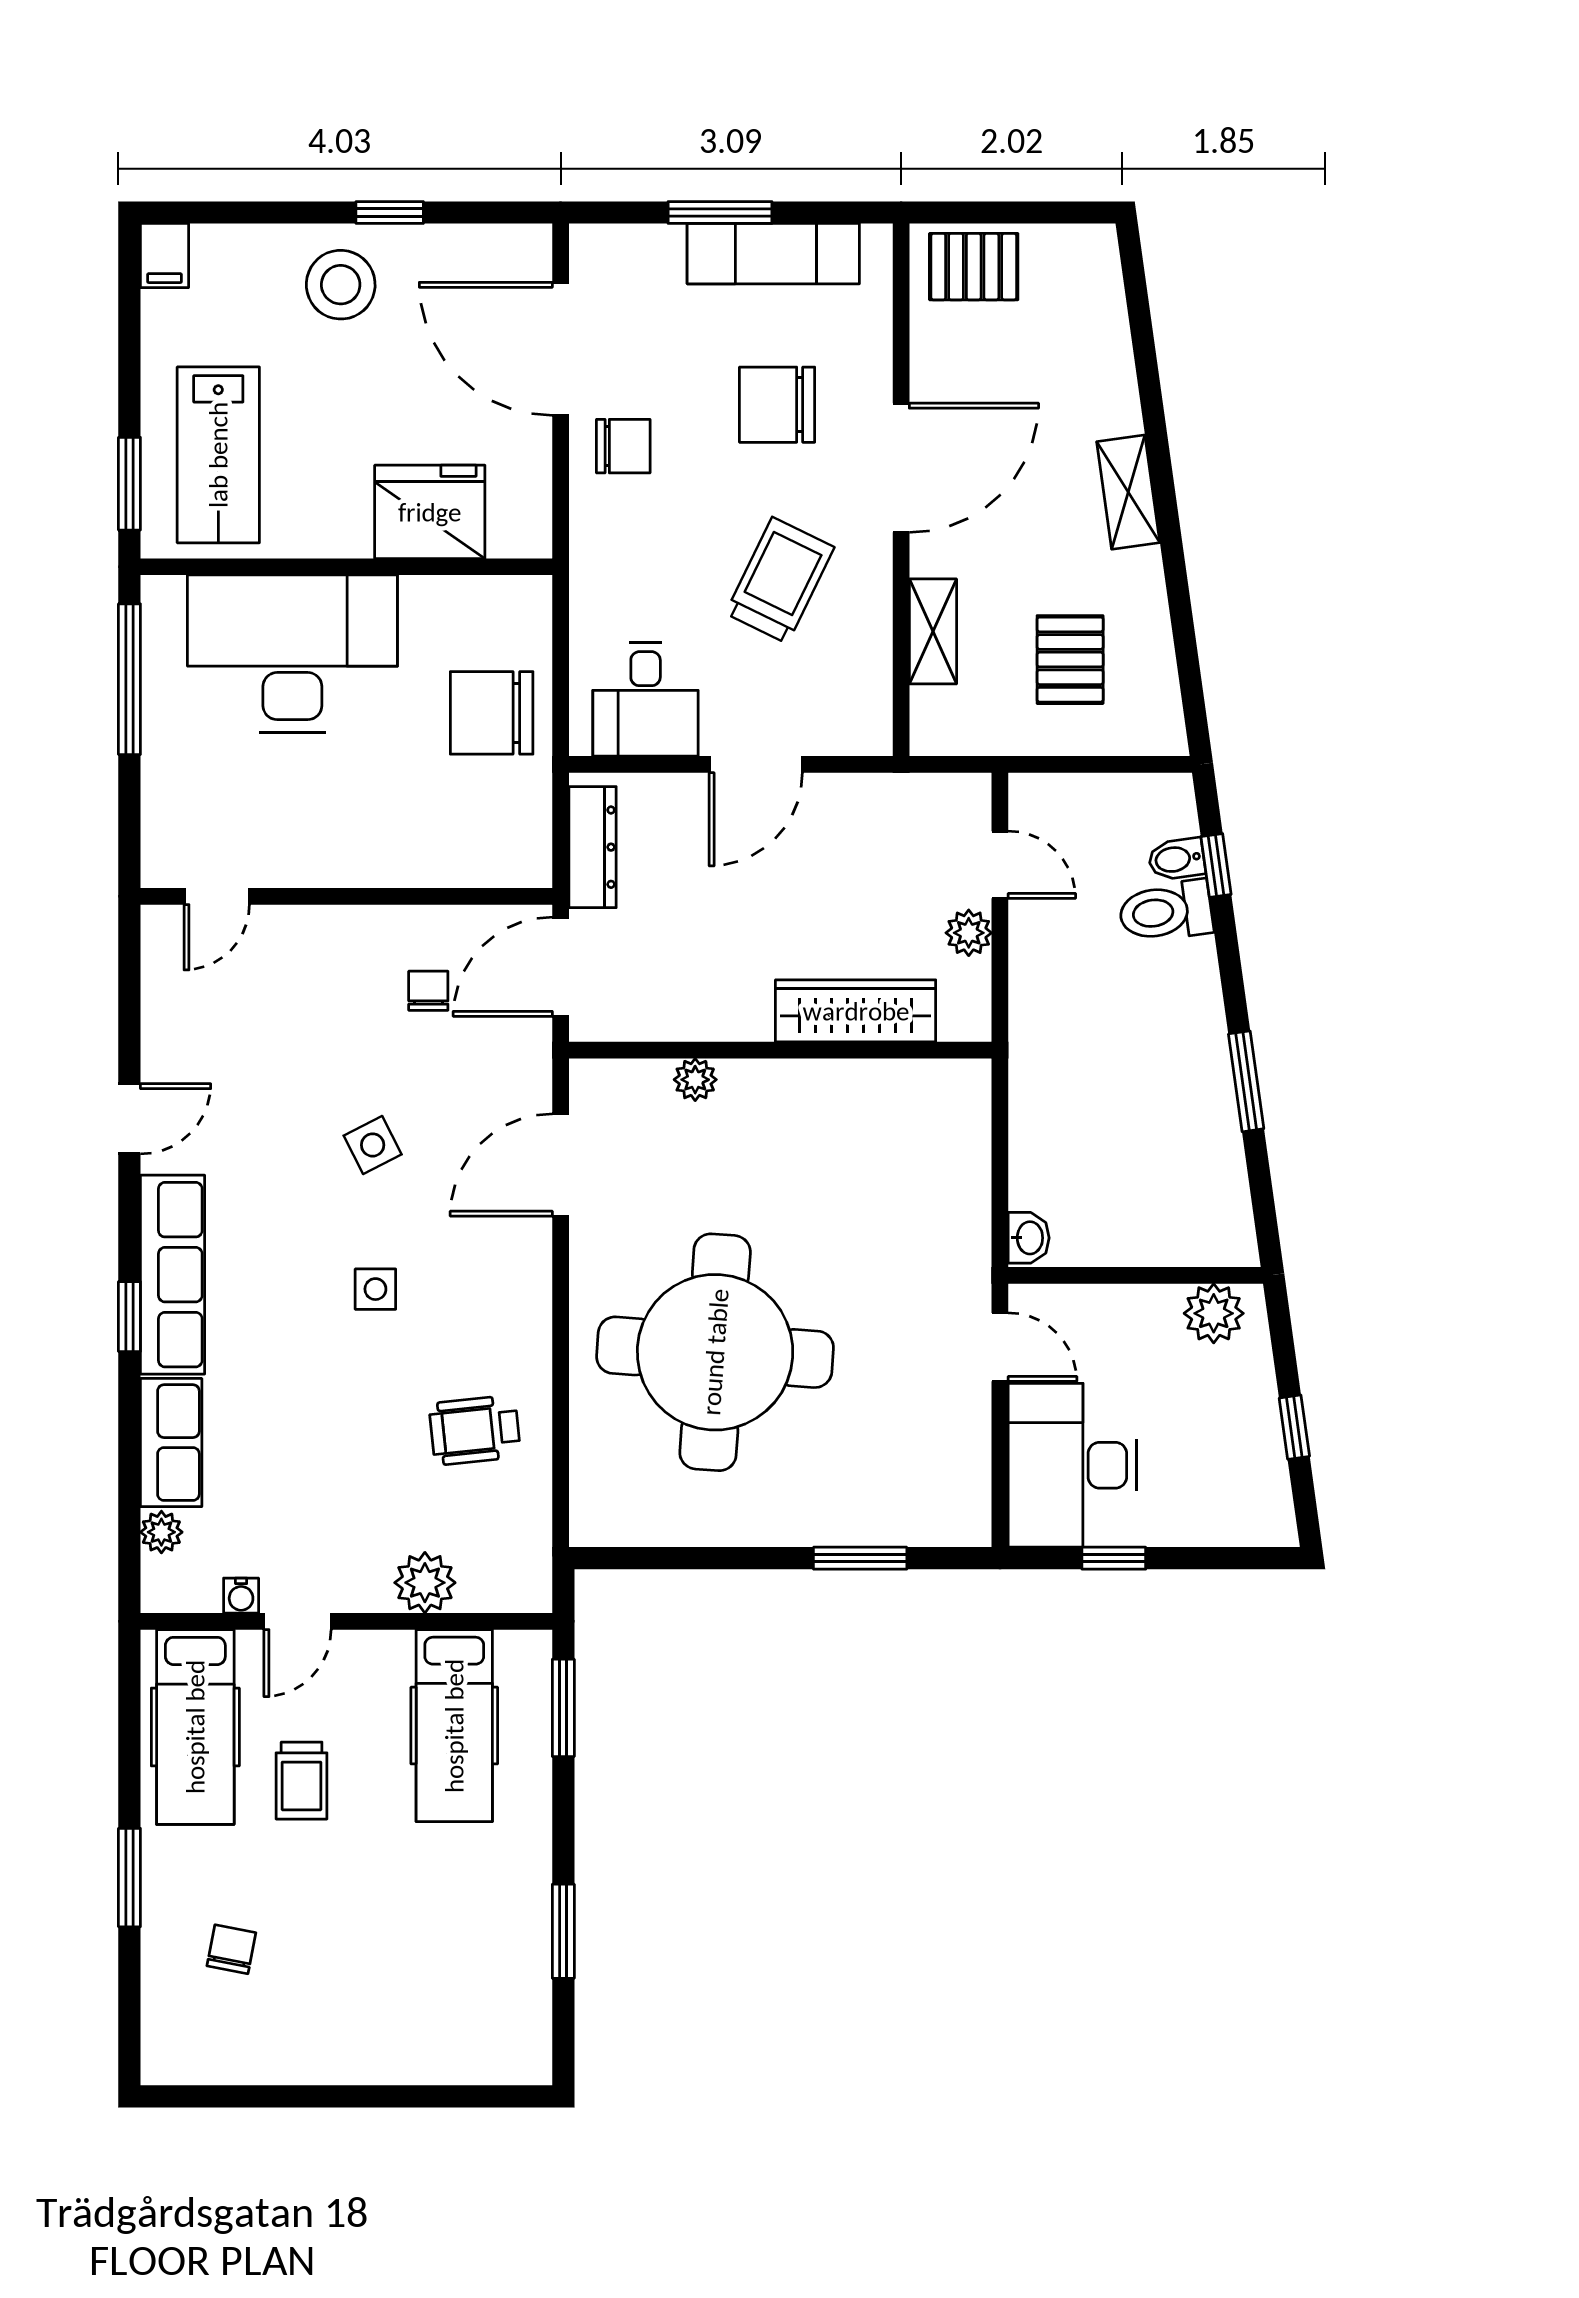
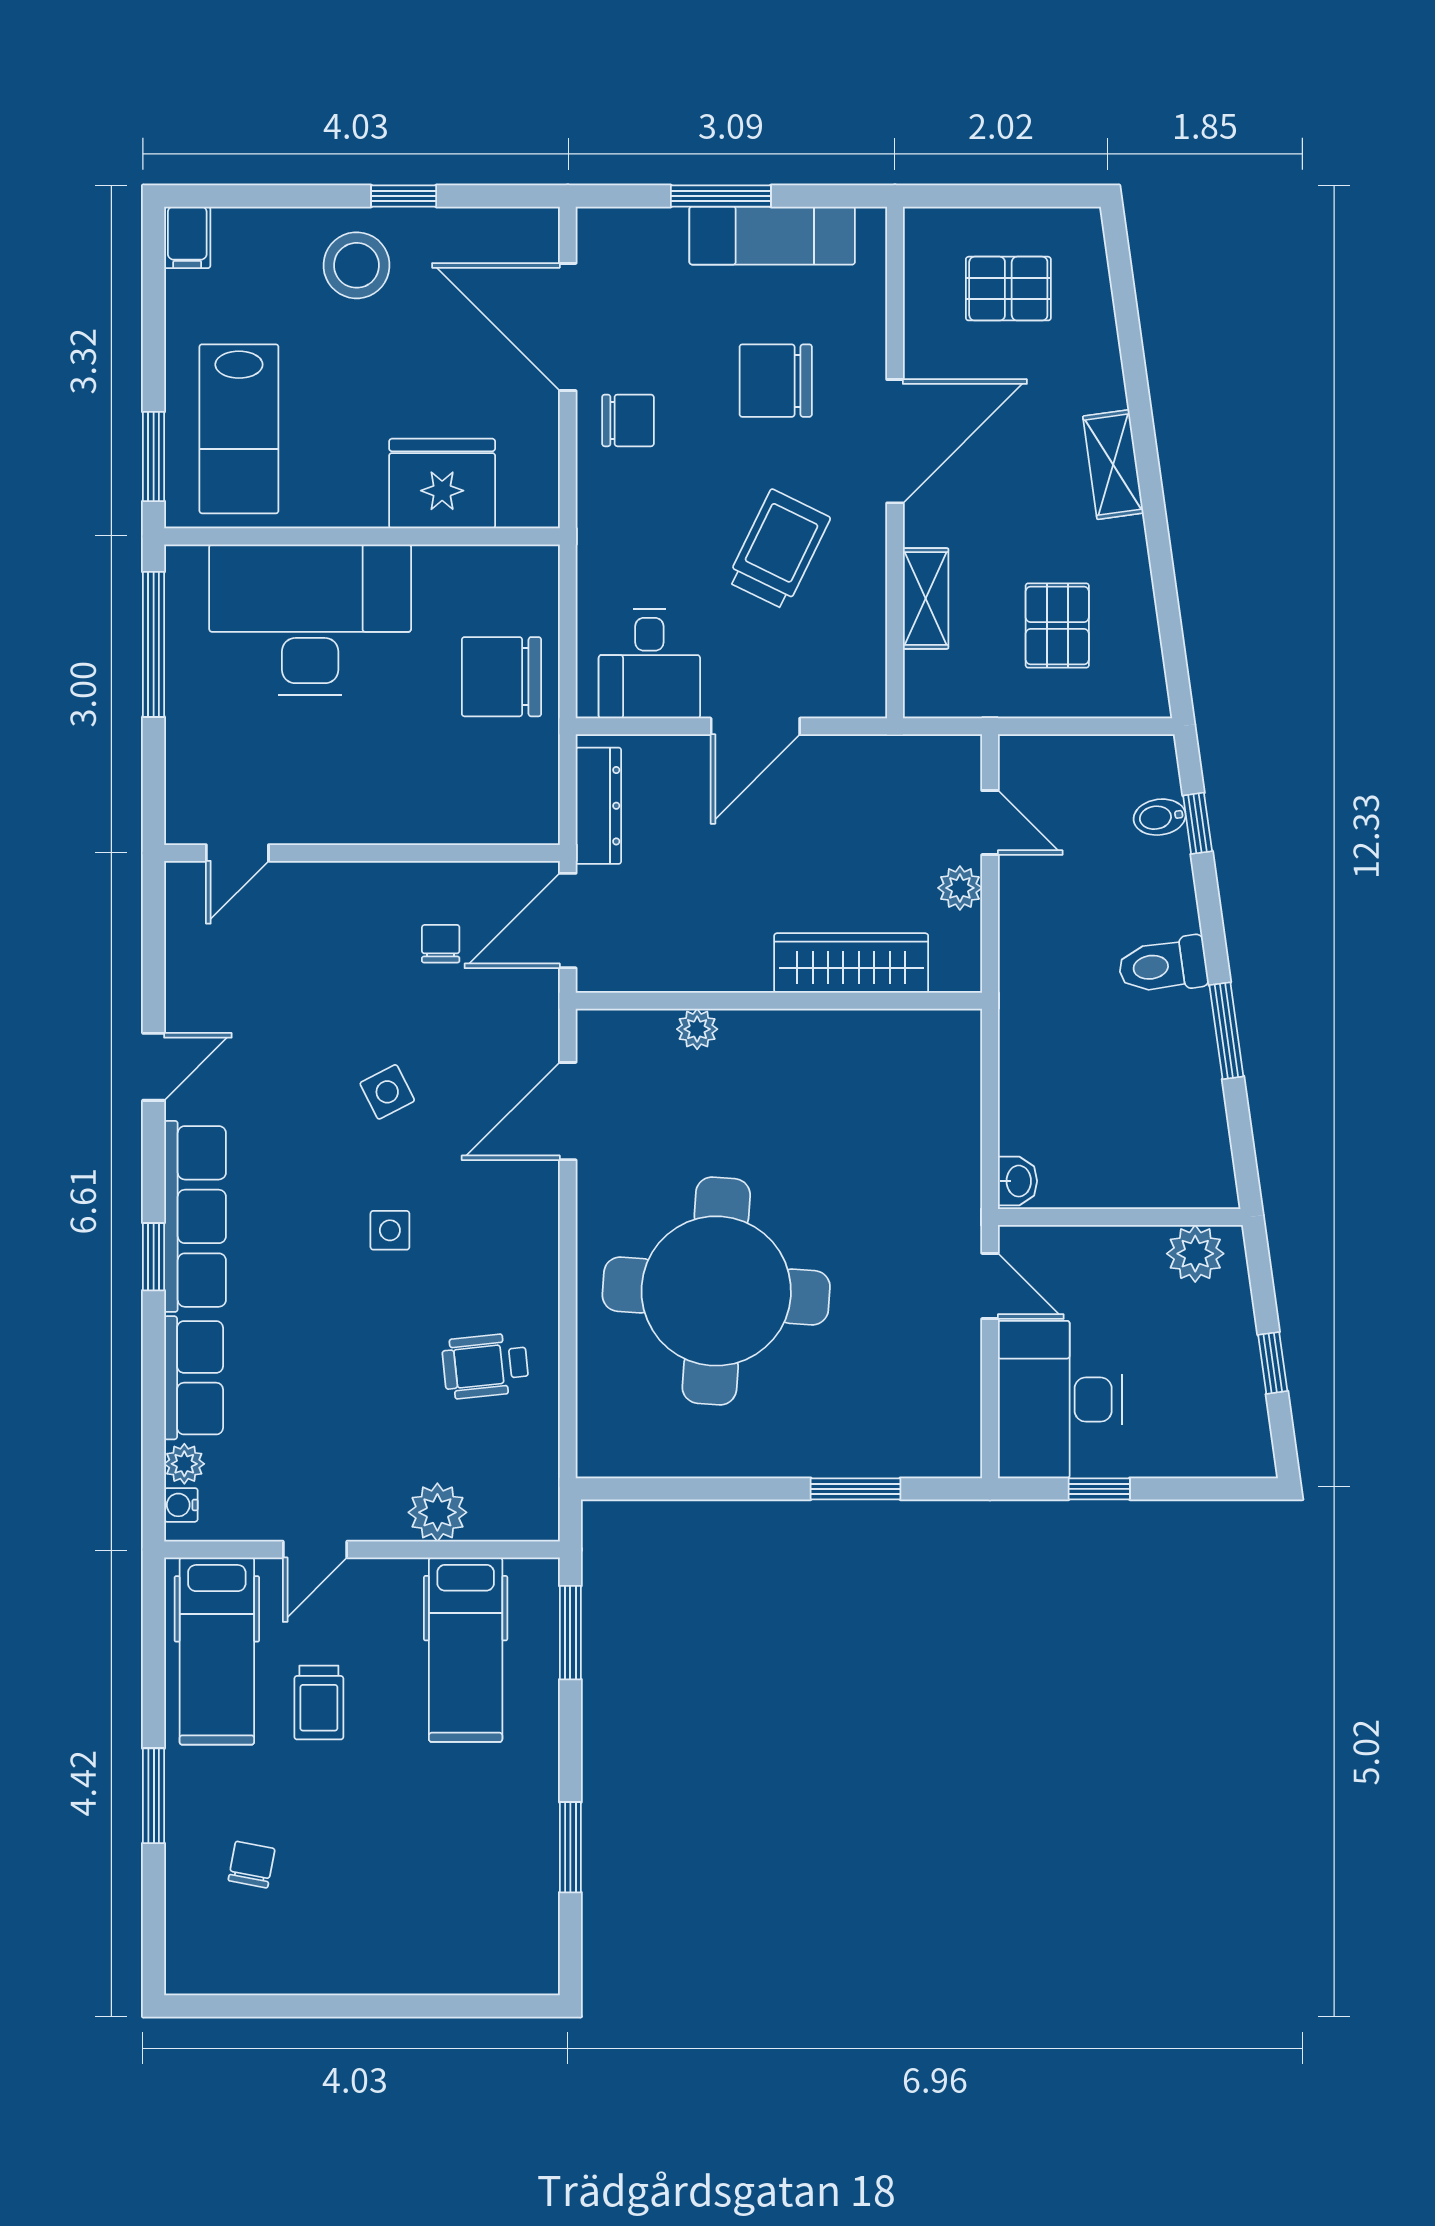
pallet: (974, 267) -> (1008, 289), moved
toilet: (1166, 911) -> (1163, 966), moved
water cooler: (241, 1596) -> (181, 1505), moved, turned 90

